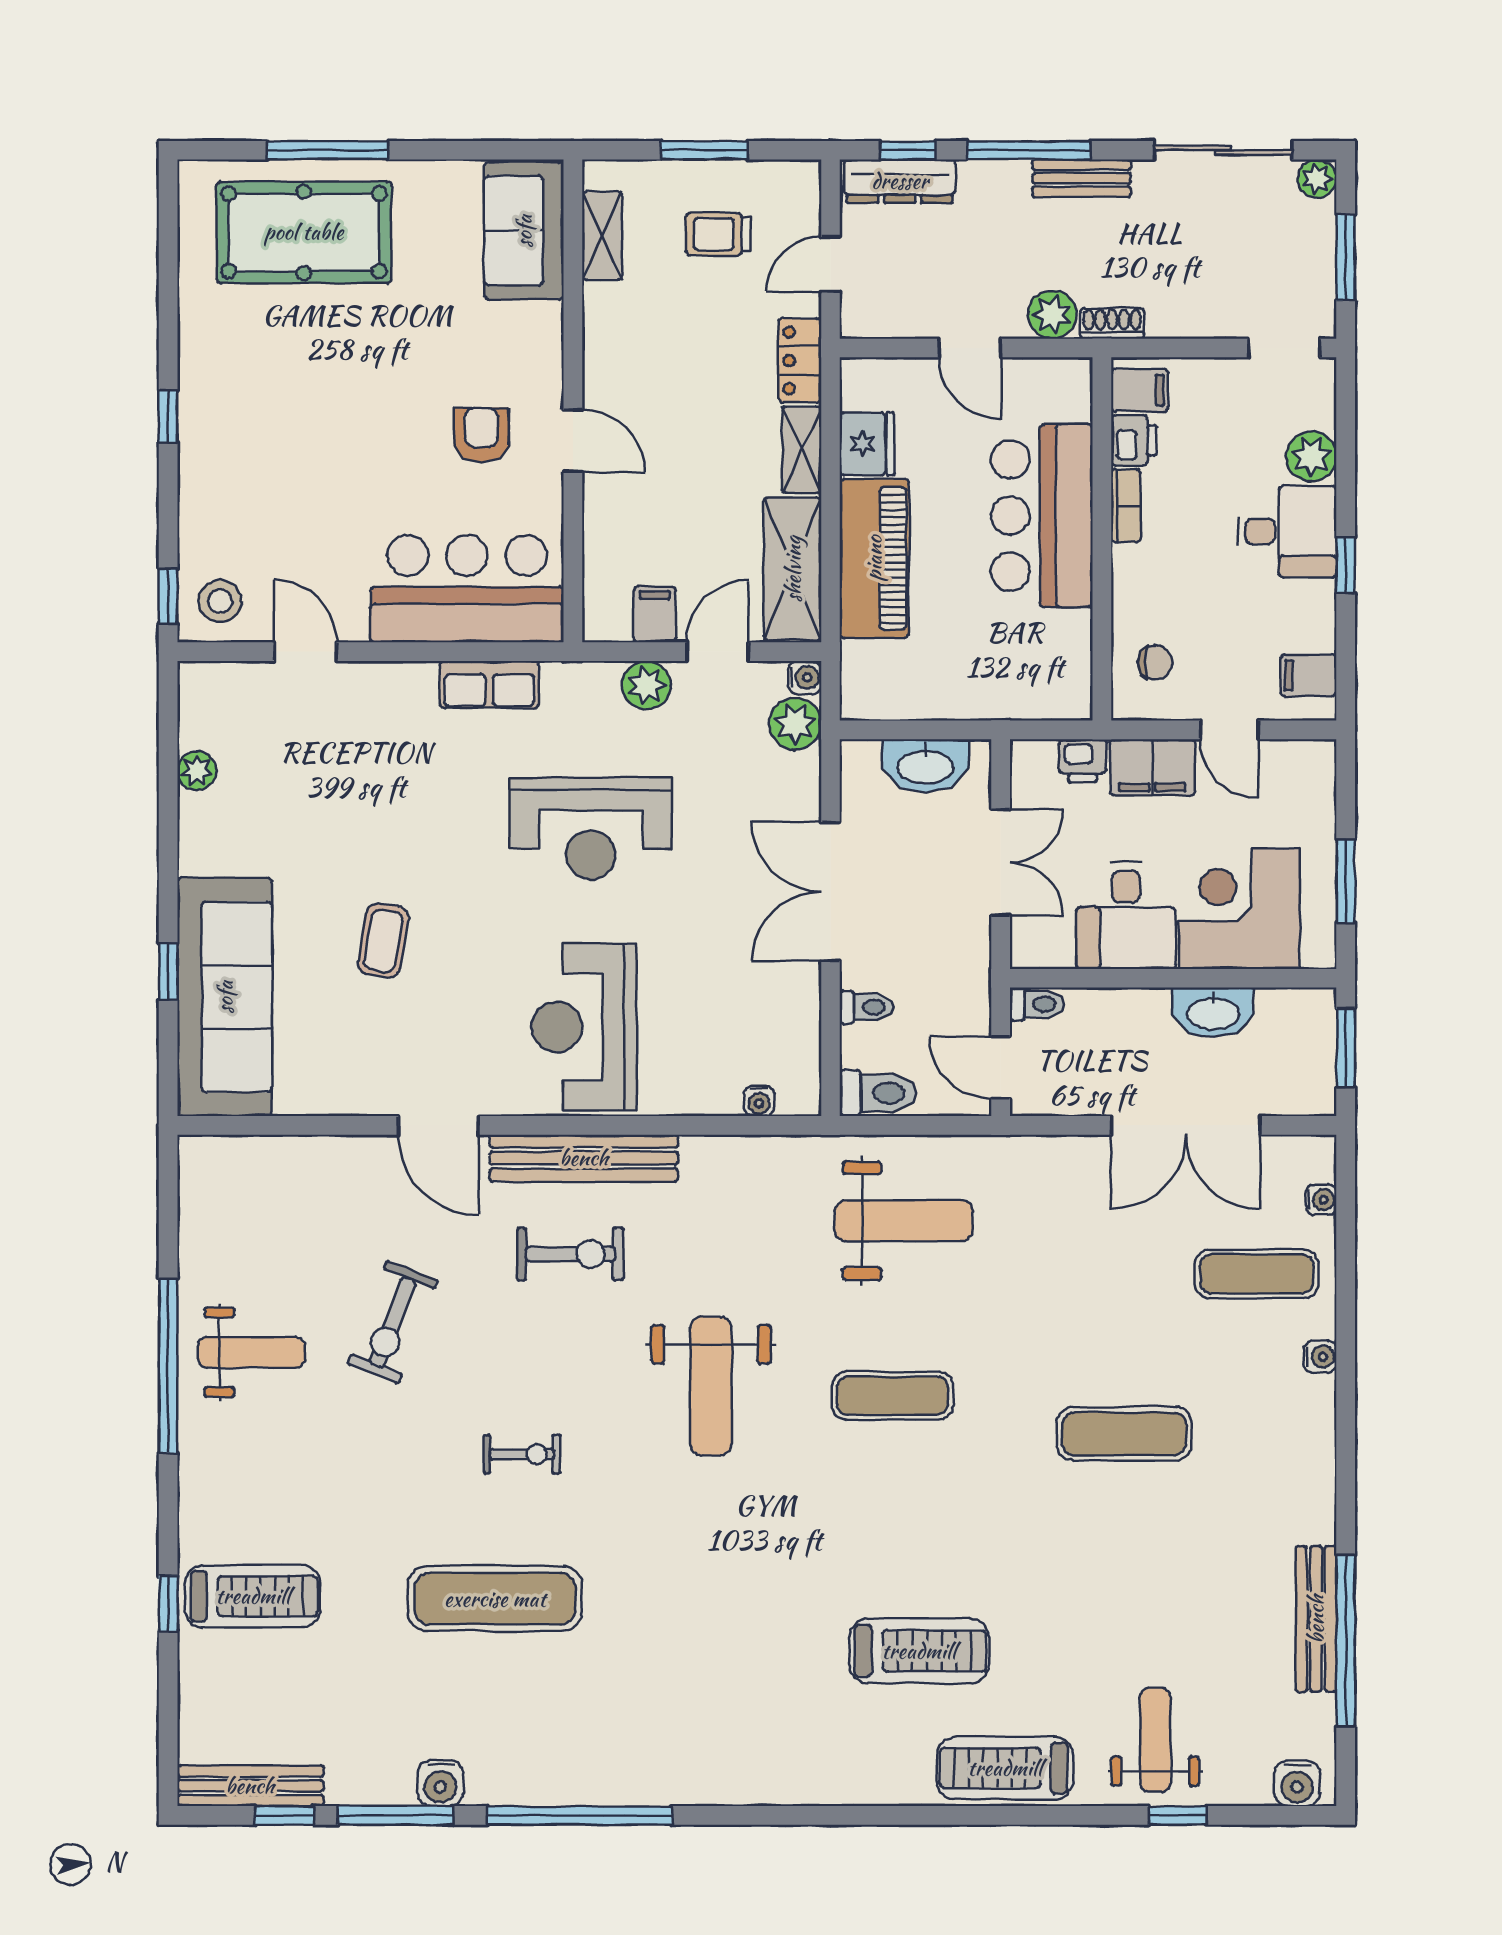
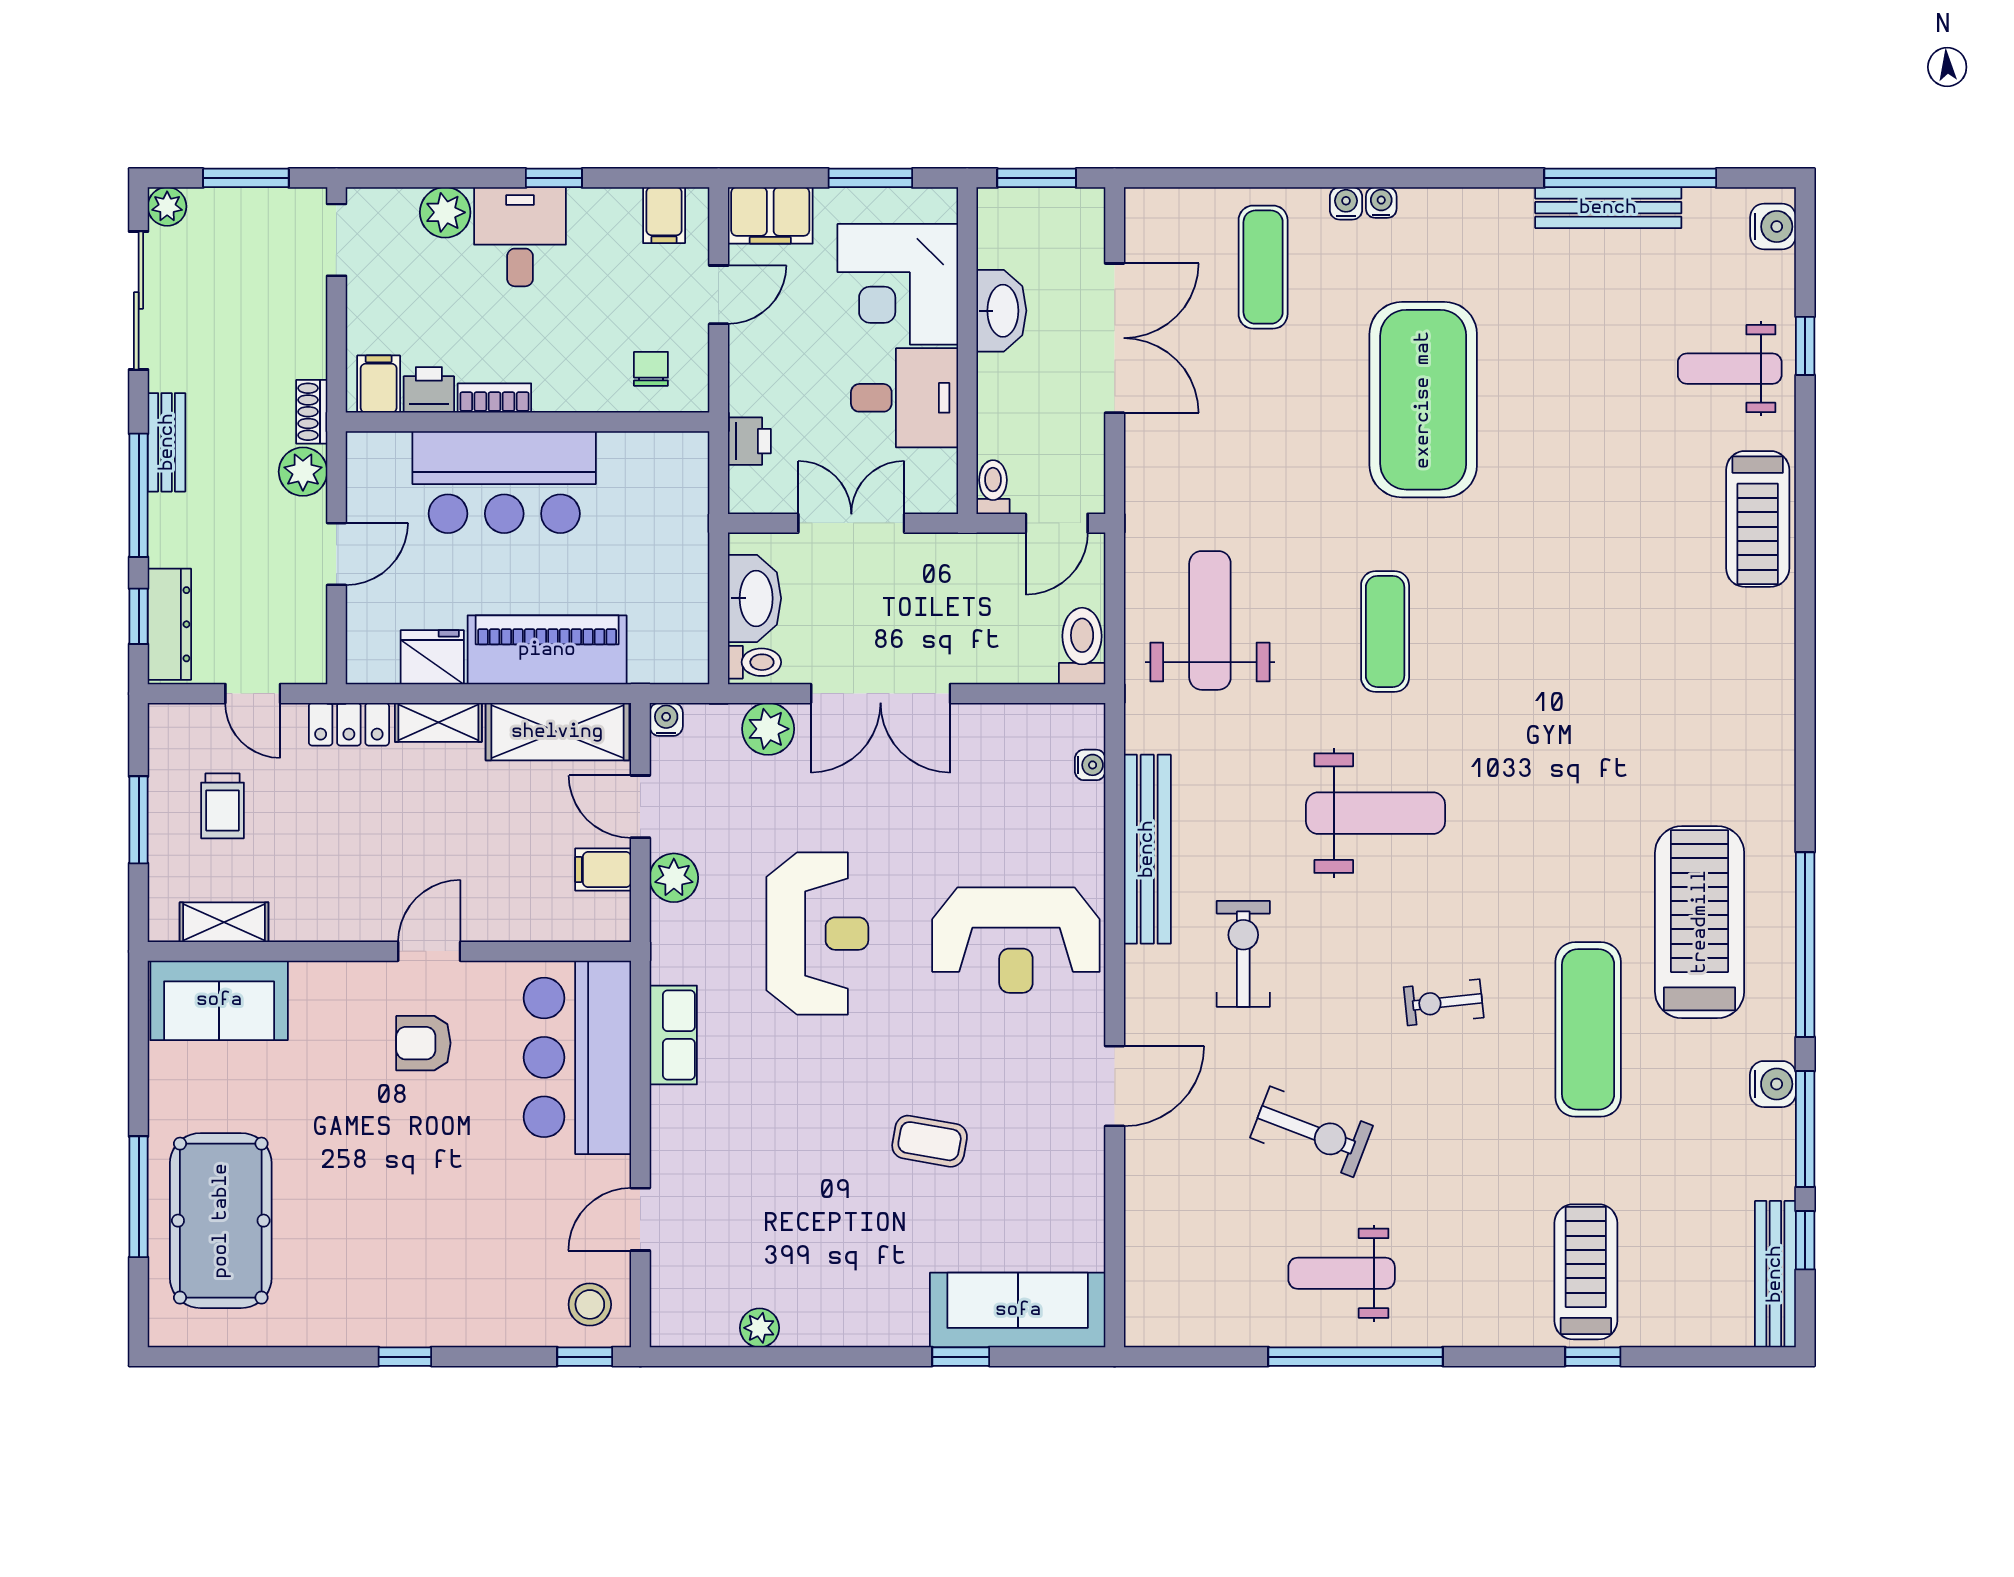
plant: (795, 724) -> (768, 729), moved
filing cabinet: (1152, 767) -> (770, 215), moved, turned 90
sofa: (225, 997) -> (1018, 1310), width x0.74, depth x0.79
toilet: (866, 1007) -> (755, 662), moved, turned 90
bench: (584, 1158) -> (1147, 849), moved
water cooler: (1321, 1200) -> (1381, 202), moved
weight bench: (251, 1352) -> (1342, 1273), turned -90
exercise mat: (1124, 1434) -> (1423, 400), width x2.00, depth x1.45
exercise bike: (522, 1454) -> (1444, 1002), turned -96
treadmill: (919, 1651) -> (1700, 922), moved, width x1.37, depth x1.38

